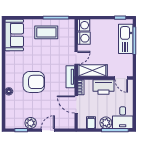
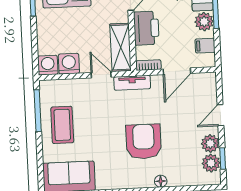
plant: (19, 123) -> (211, 163), added
door: (48, 130) -> (220, 115), hinge flipped

